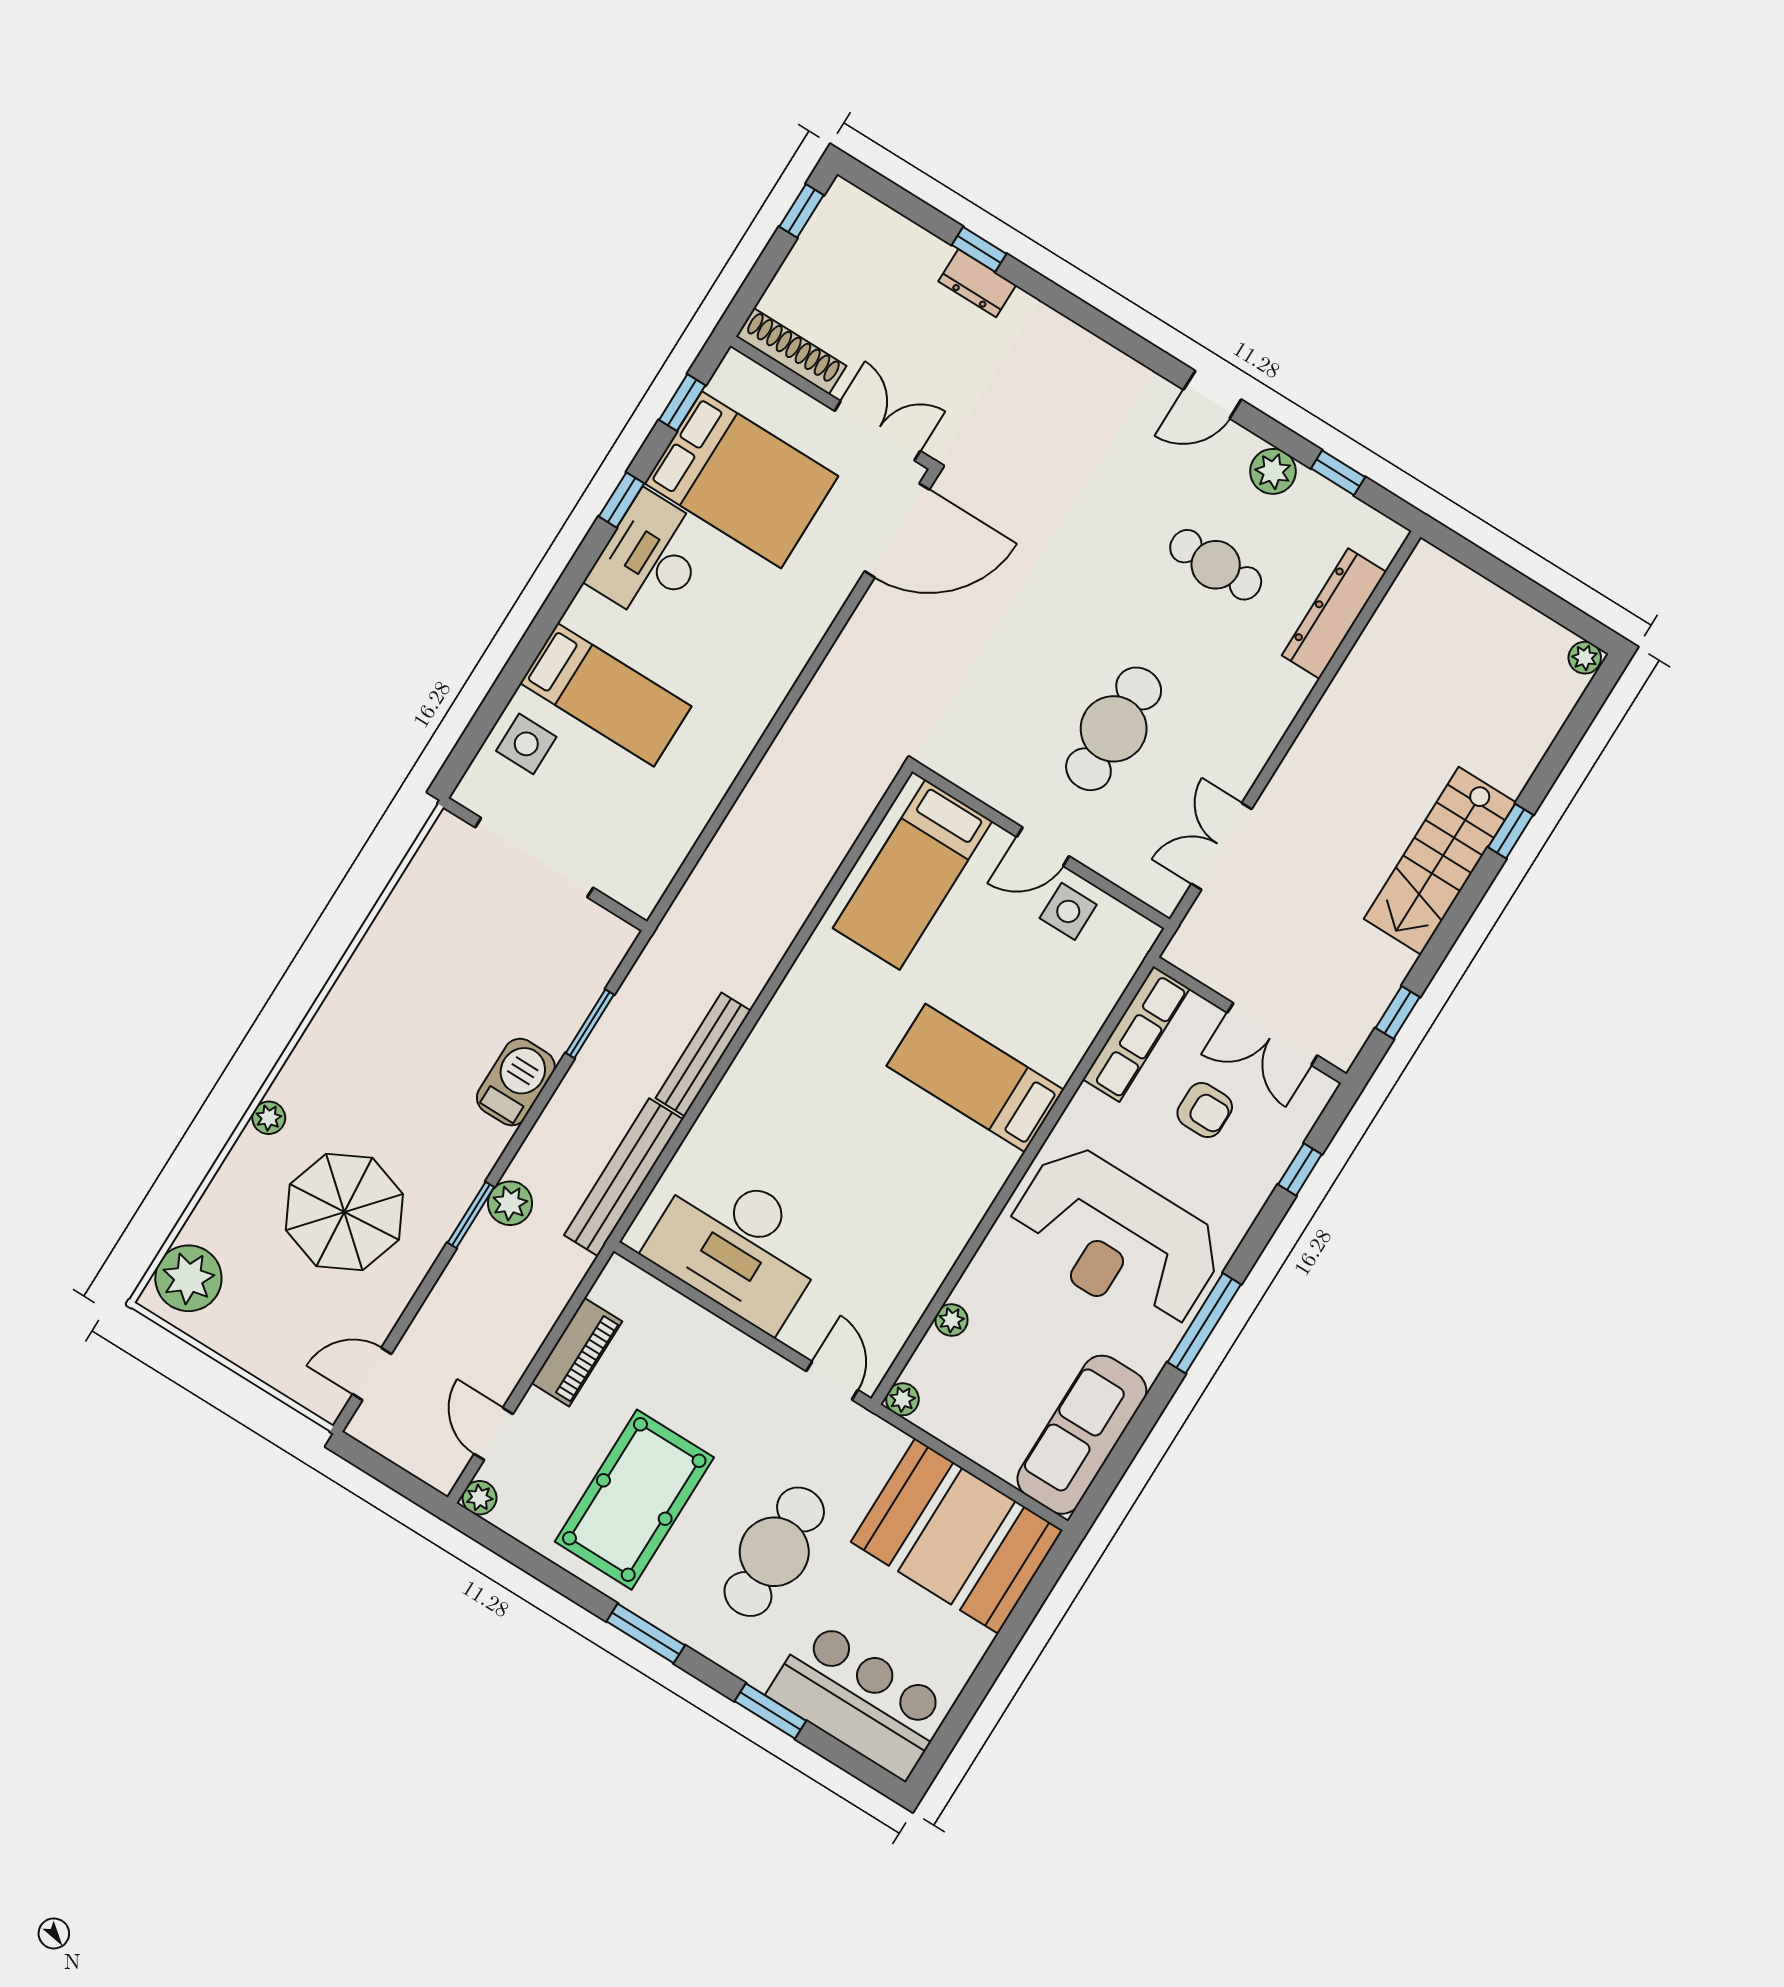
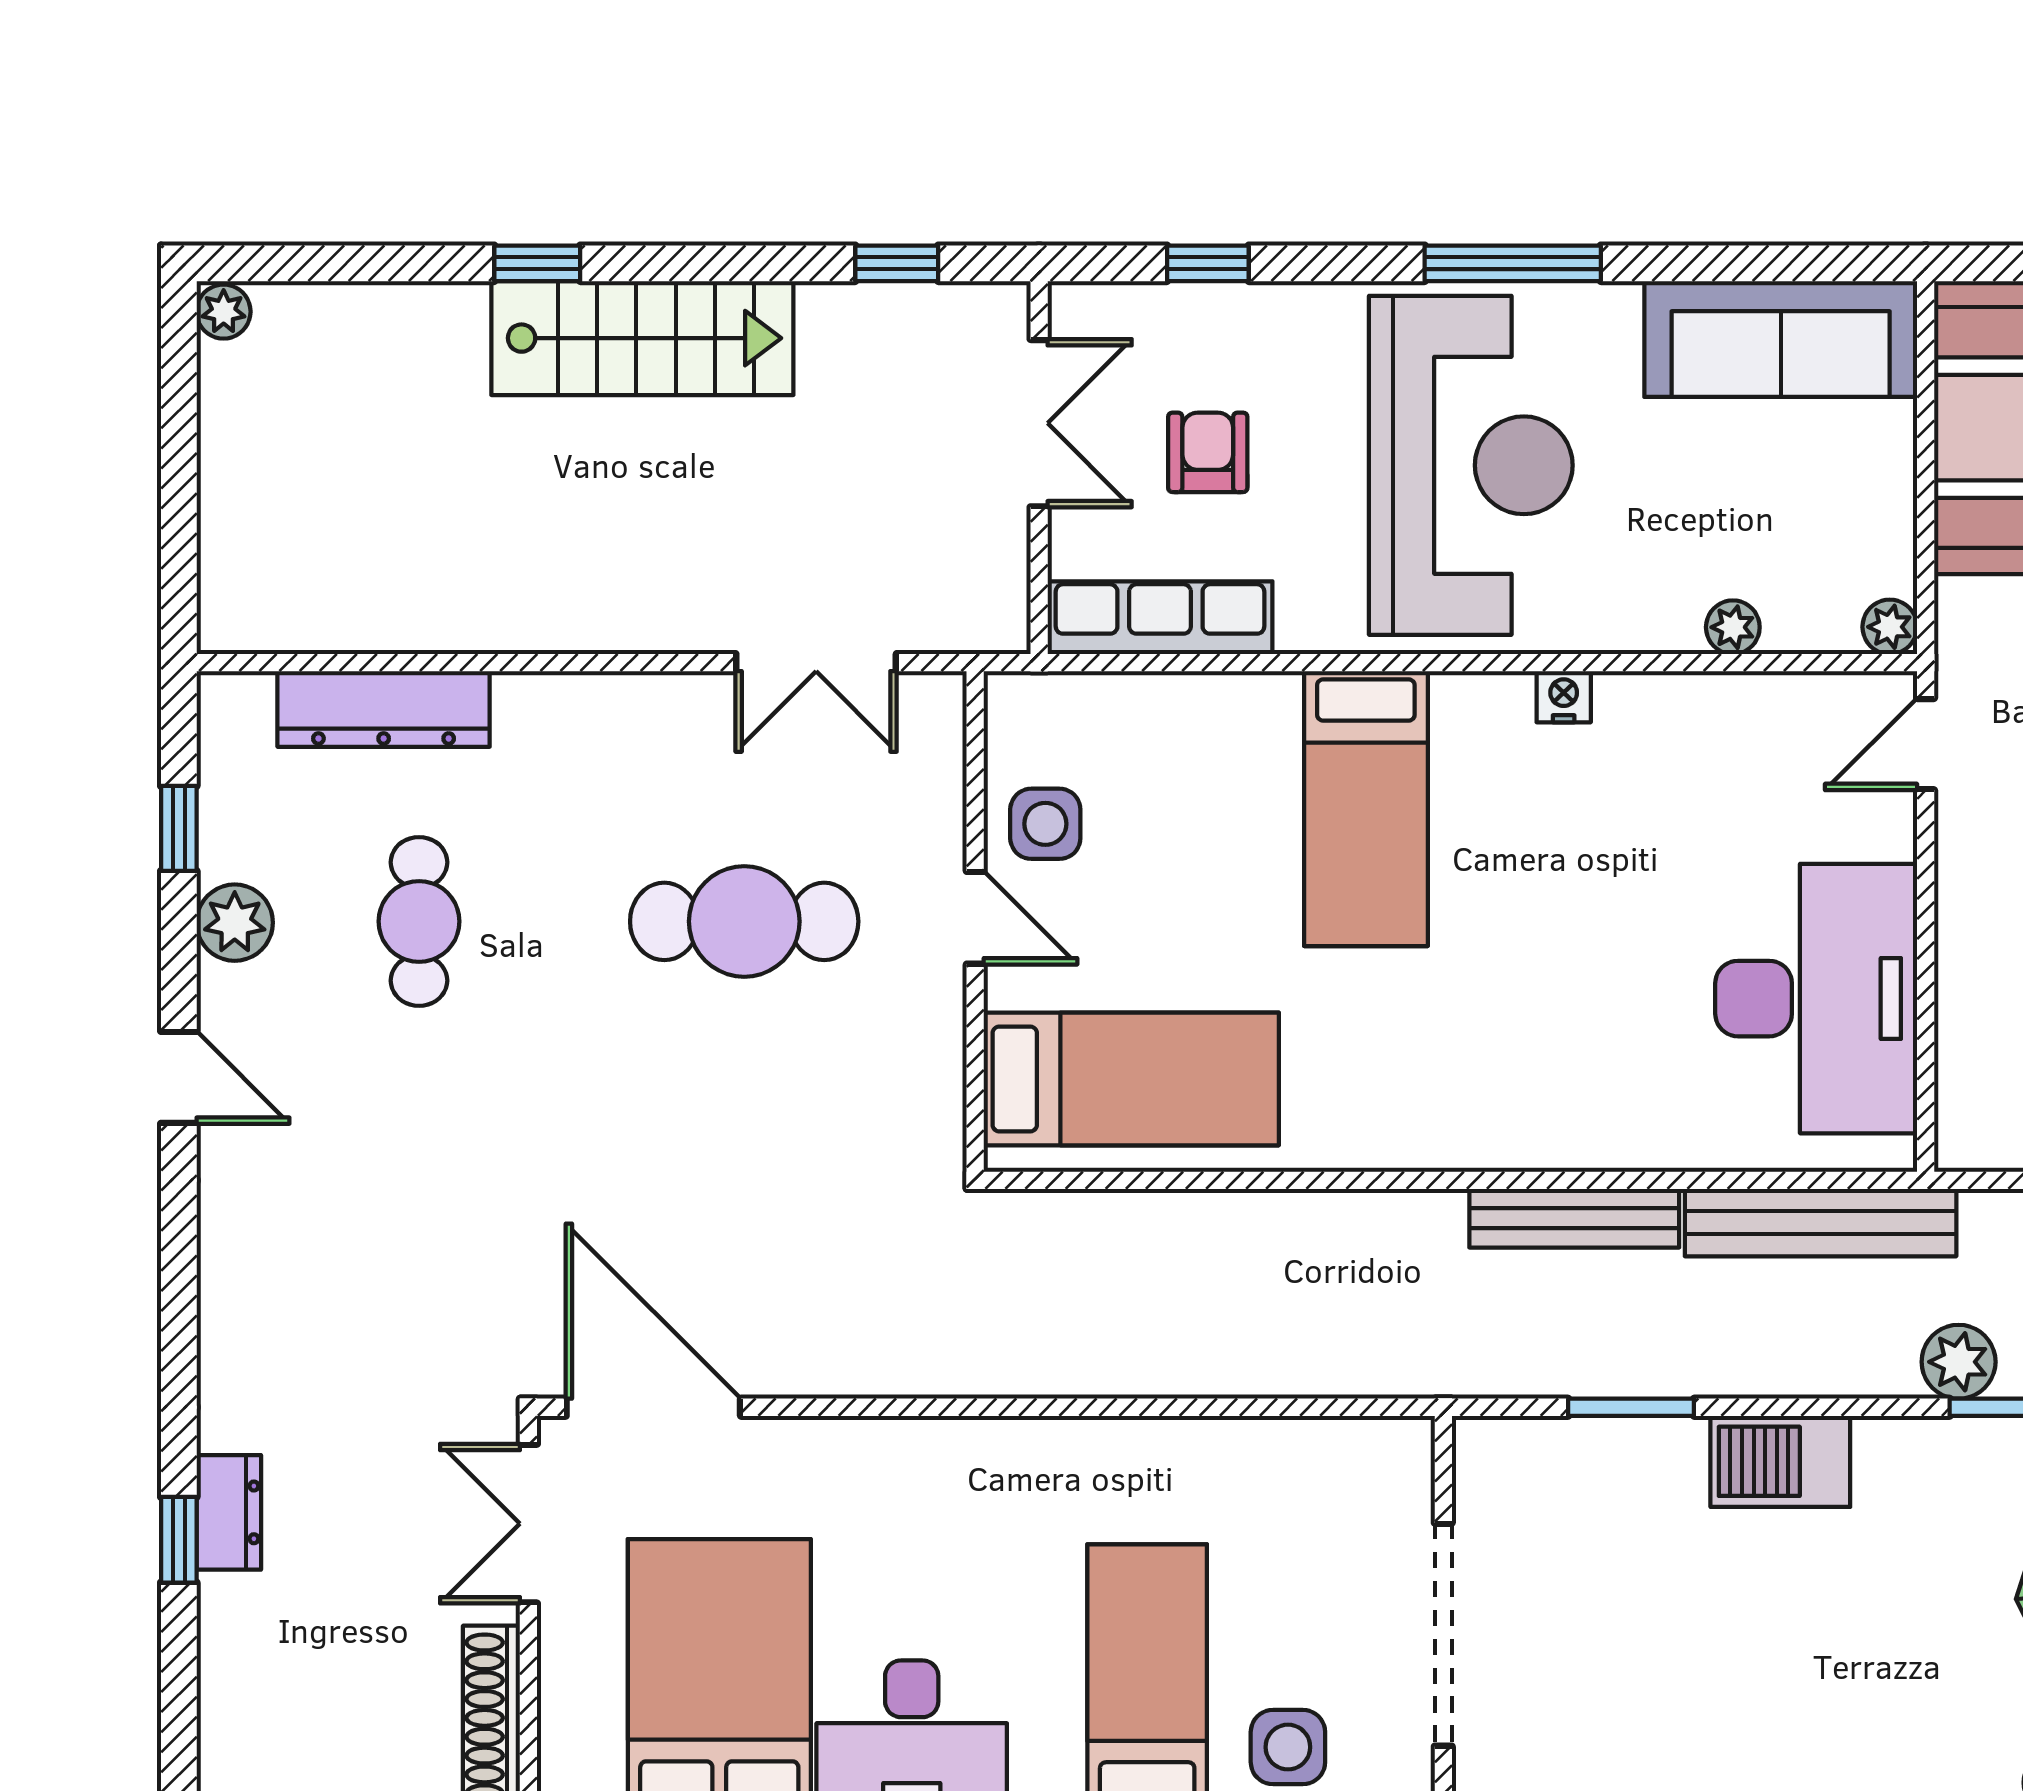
nightstand: (970, 1213) -> (1564, 697), added

